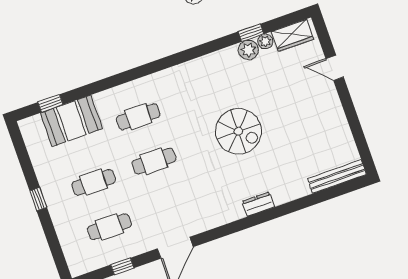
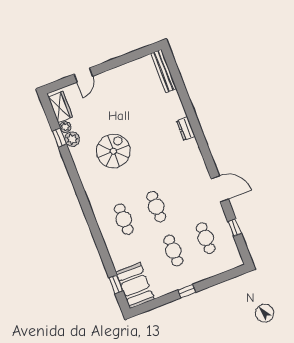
booth: (71, 121) -> (135, 286), moved
spiral stairs: (238, 131) -> (113, 151), moved

